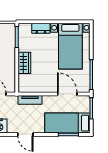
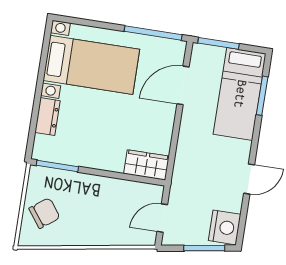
wardrobe: (24, 63) -> (146, 165), moved
tv unit: (30, 100) -> (183, 159), removed

